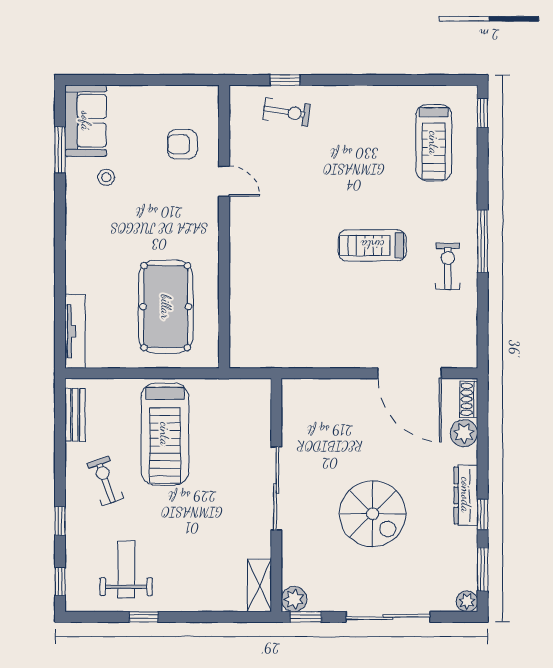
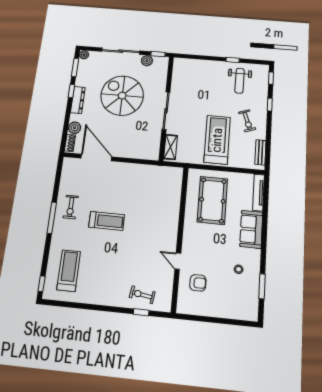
sofa: (86, 121) -> (251, 229), moved
spiral stairs: (373, 514) -> (122, 96), width x1.37, depth x1.37
shelving: (259, 585) -> (171, 147), moved
plant: (294, 599) -> (147, 61), moved

